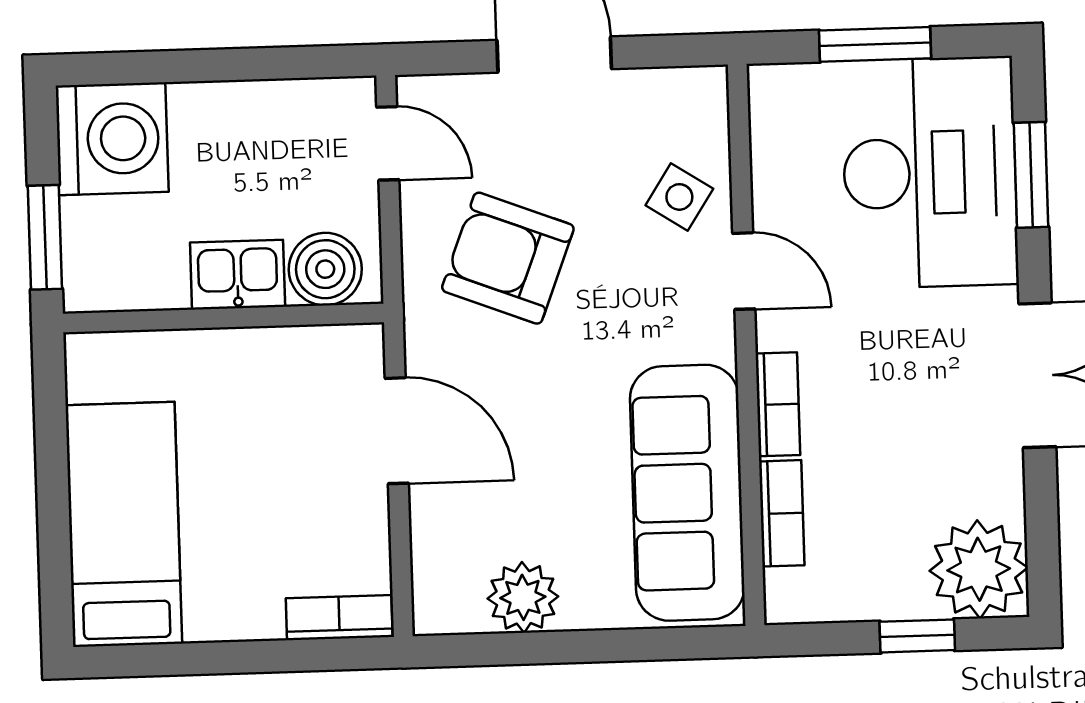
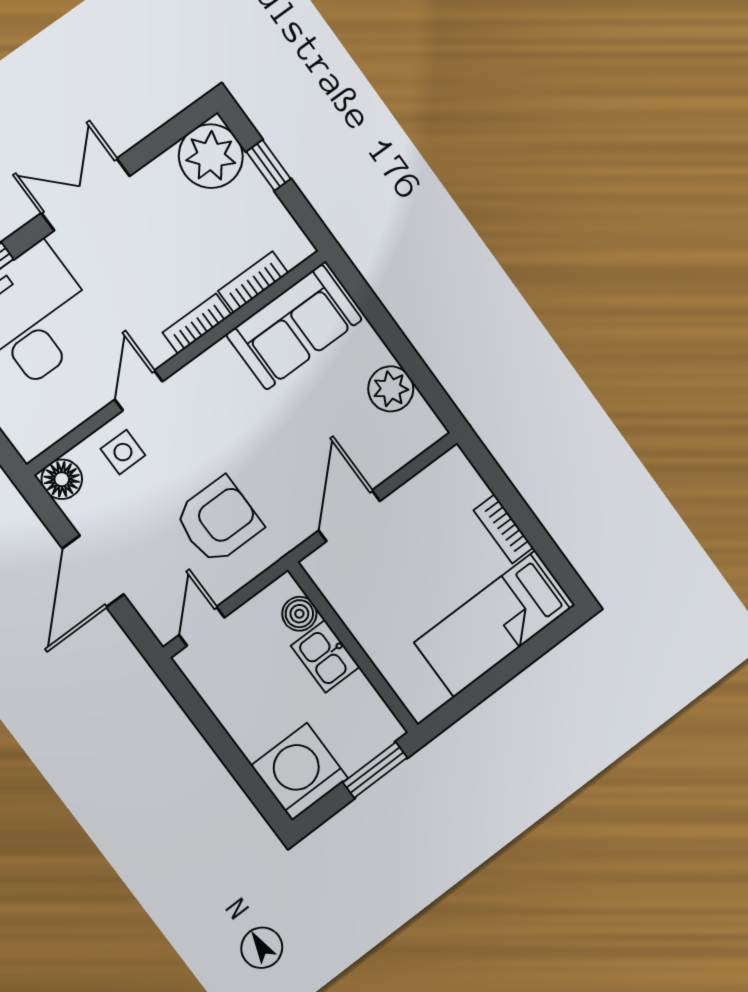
floor lamp: (698, 96) -> (62, 479), added
side table: (679, 197) -> (123, 452), turned -33
armchair: (508, 258) -> (218, 521), turned -111
boiler: (325, 269) -> (299, 614), width x0.73, depth x0.73
sofa: (687, 493) -> (294, 327), width x0.73
bookcase: (339, 618) -> (504, 529), moved

